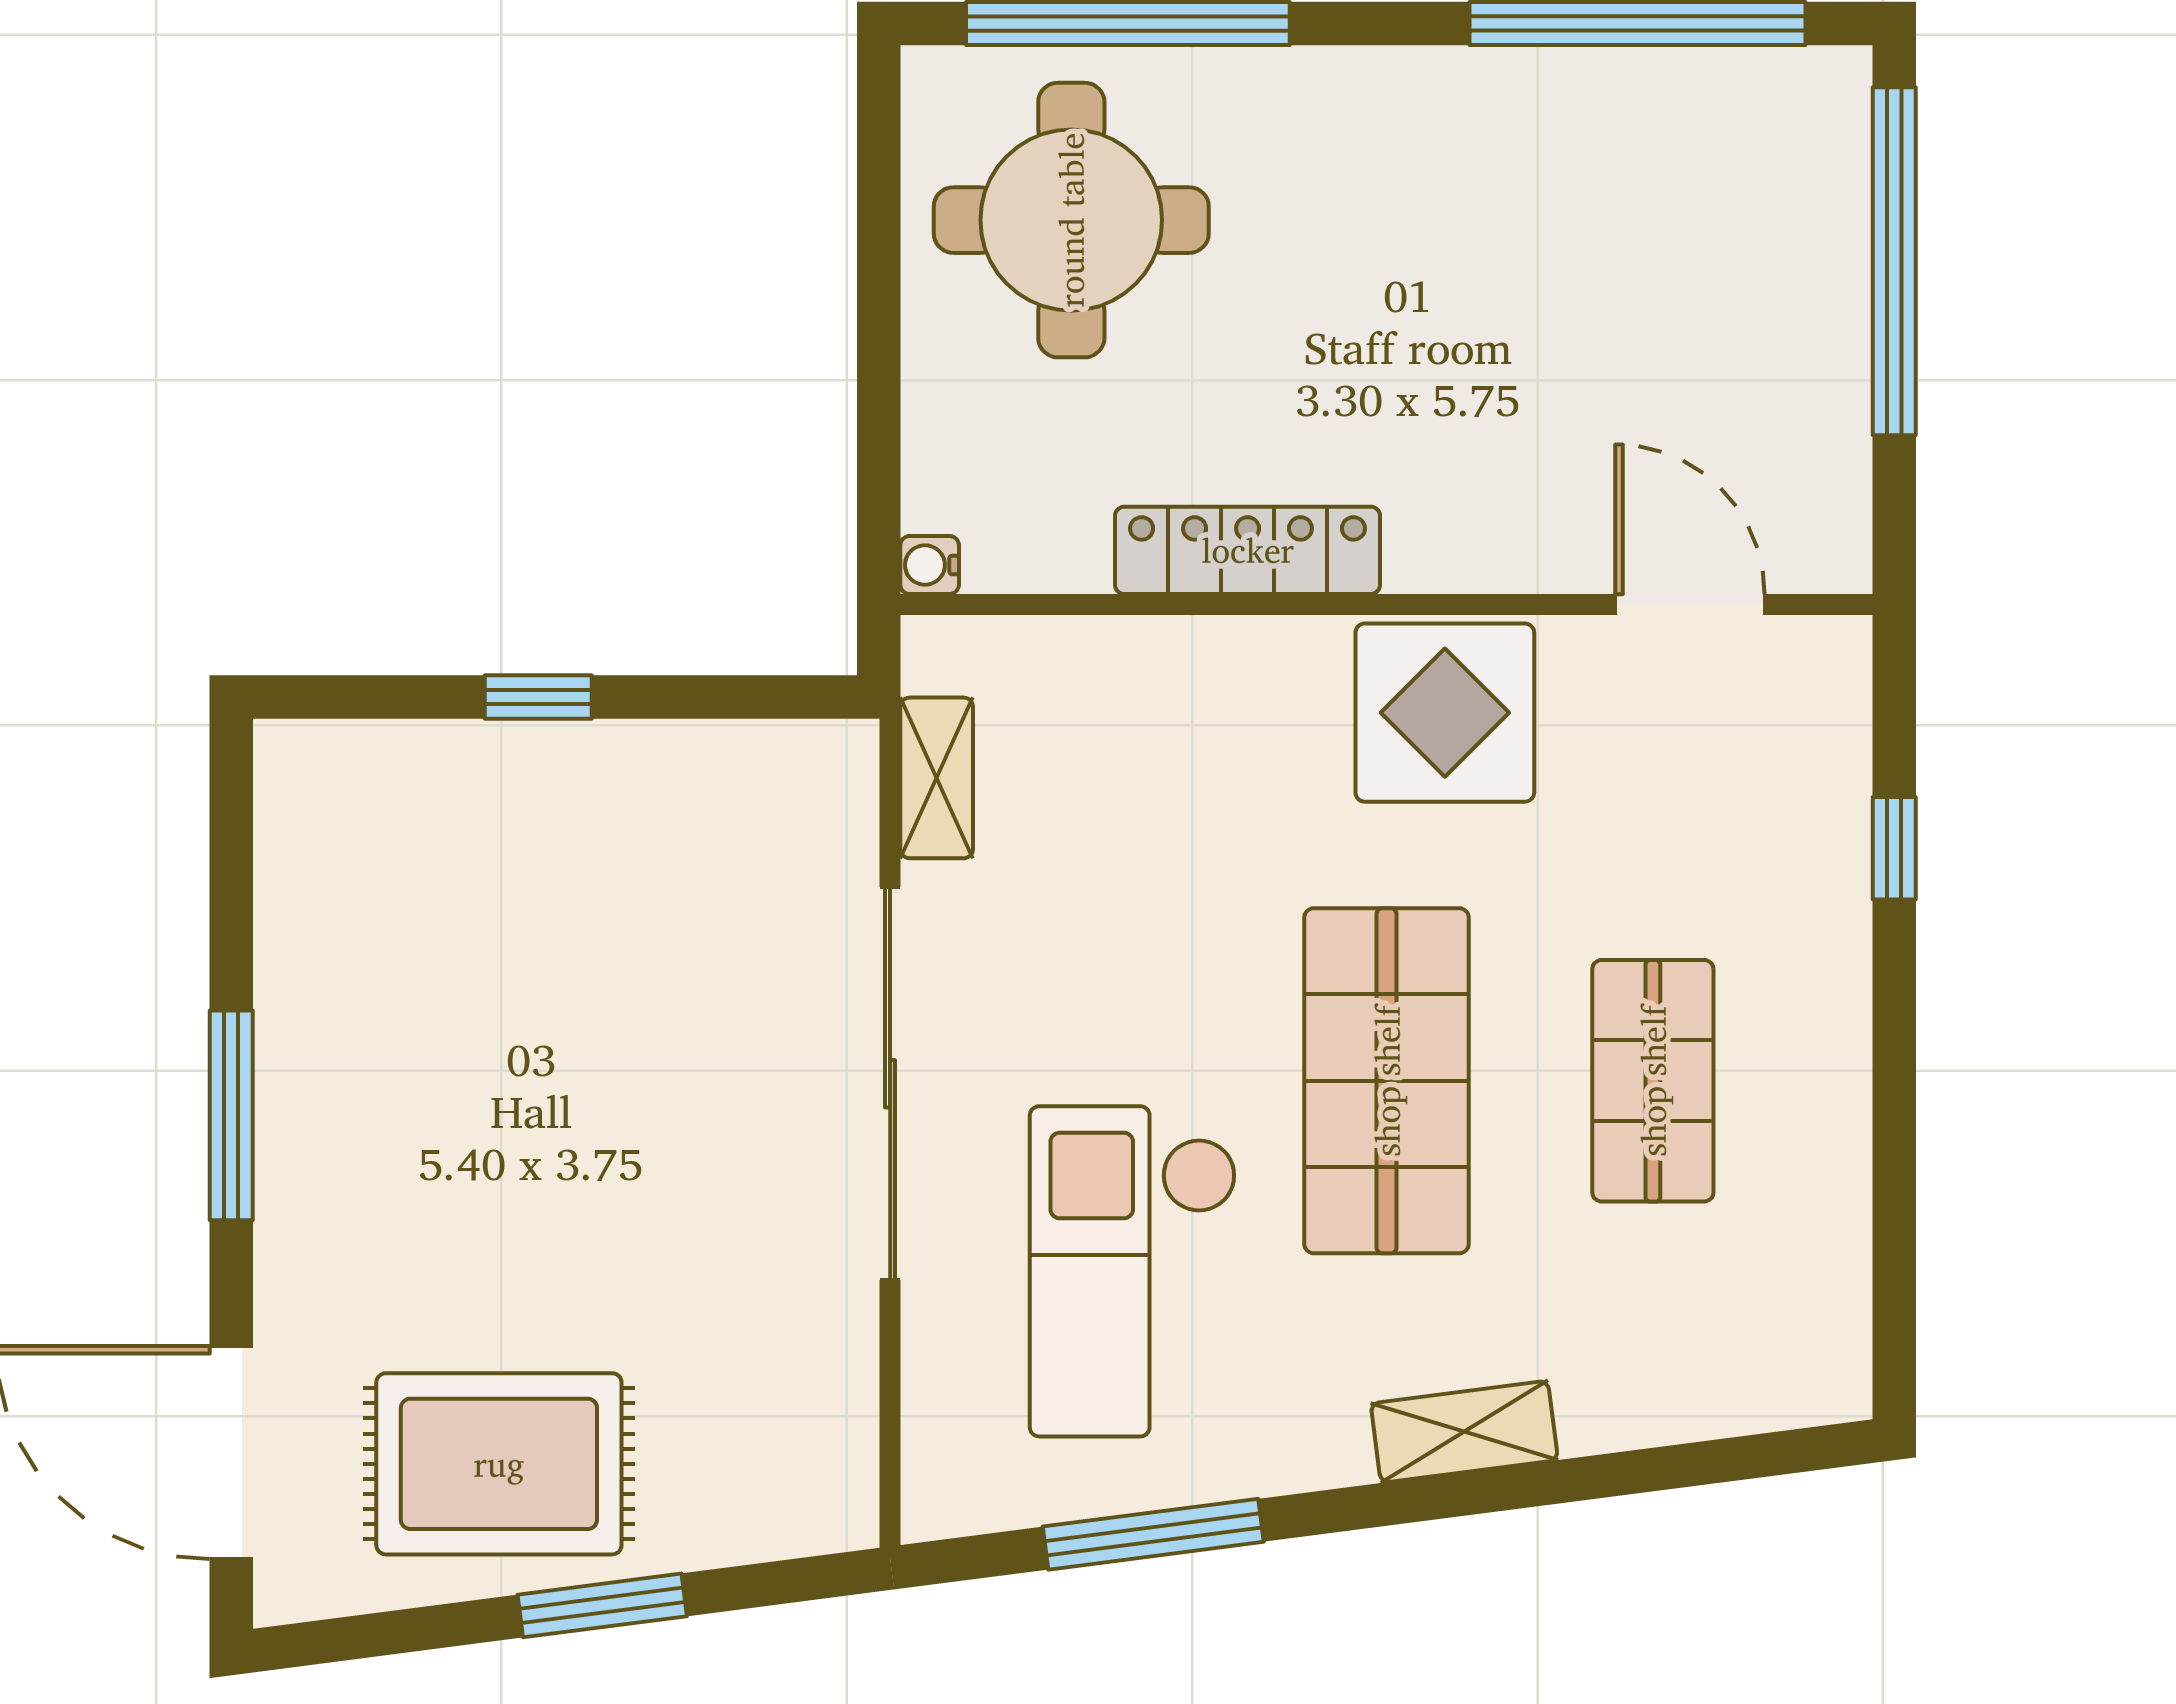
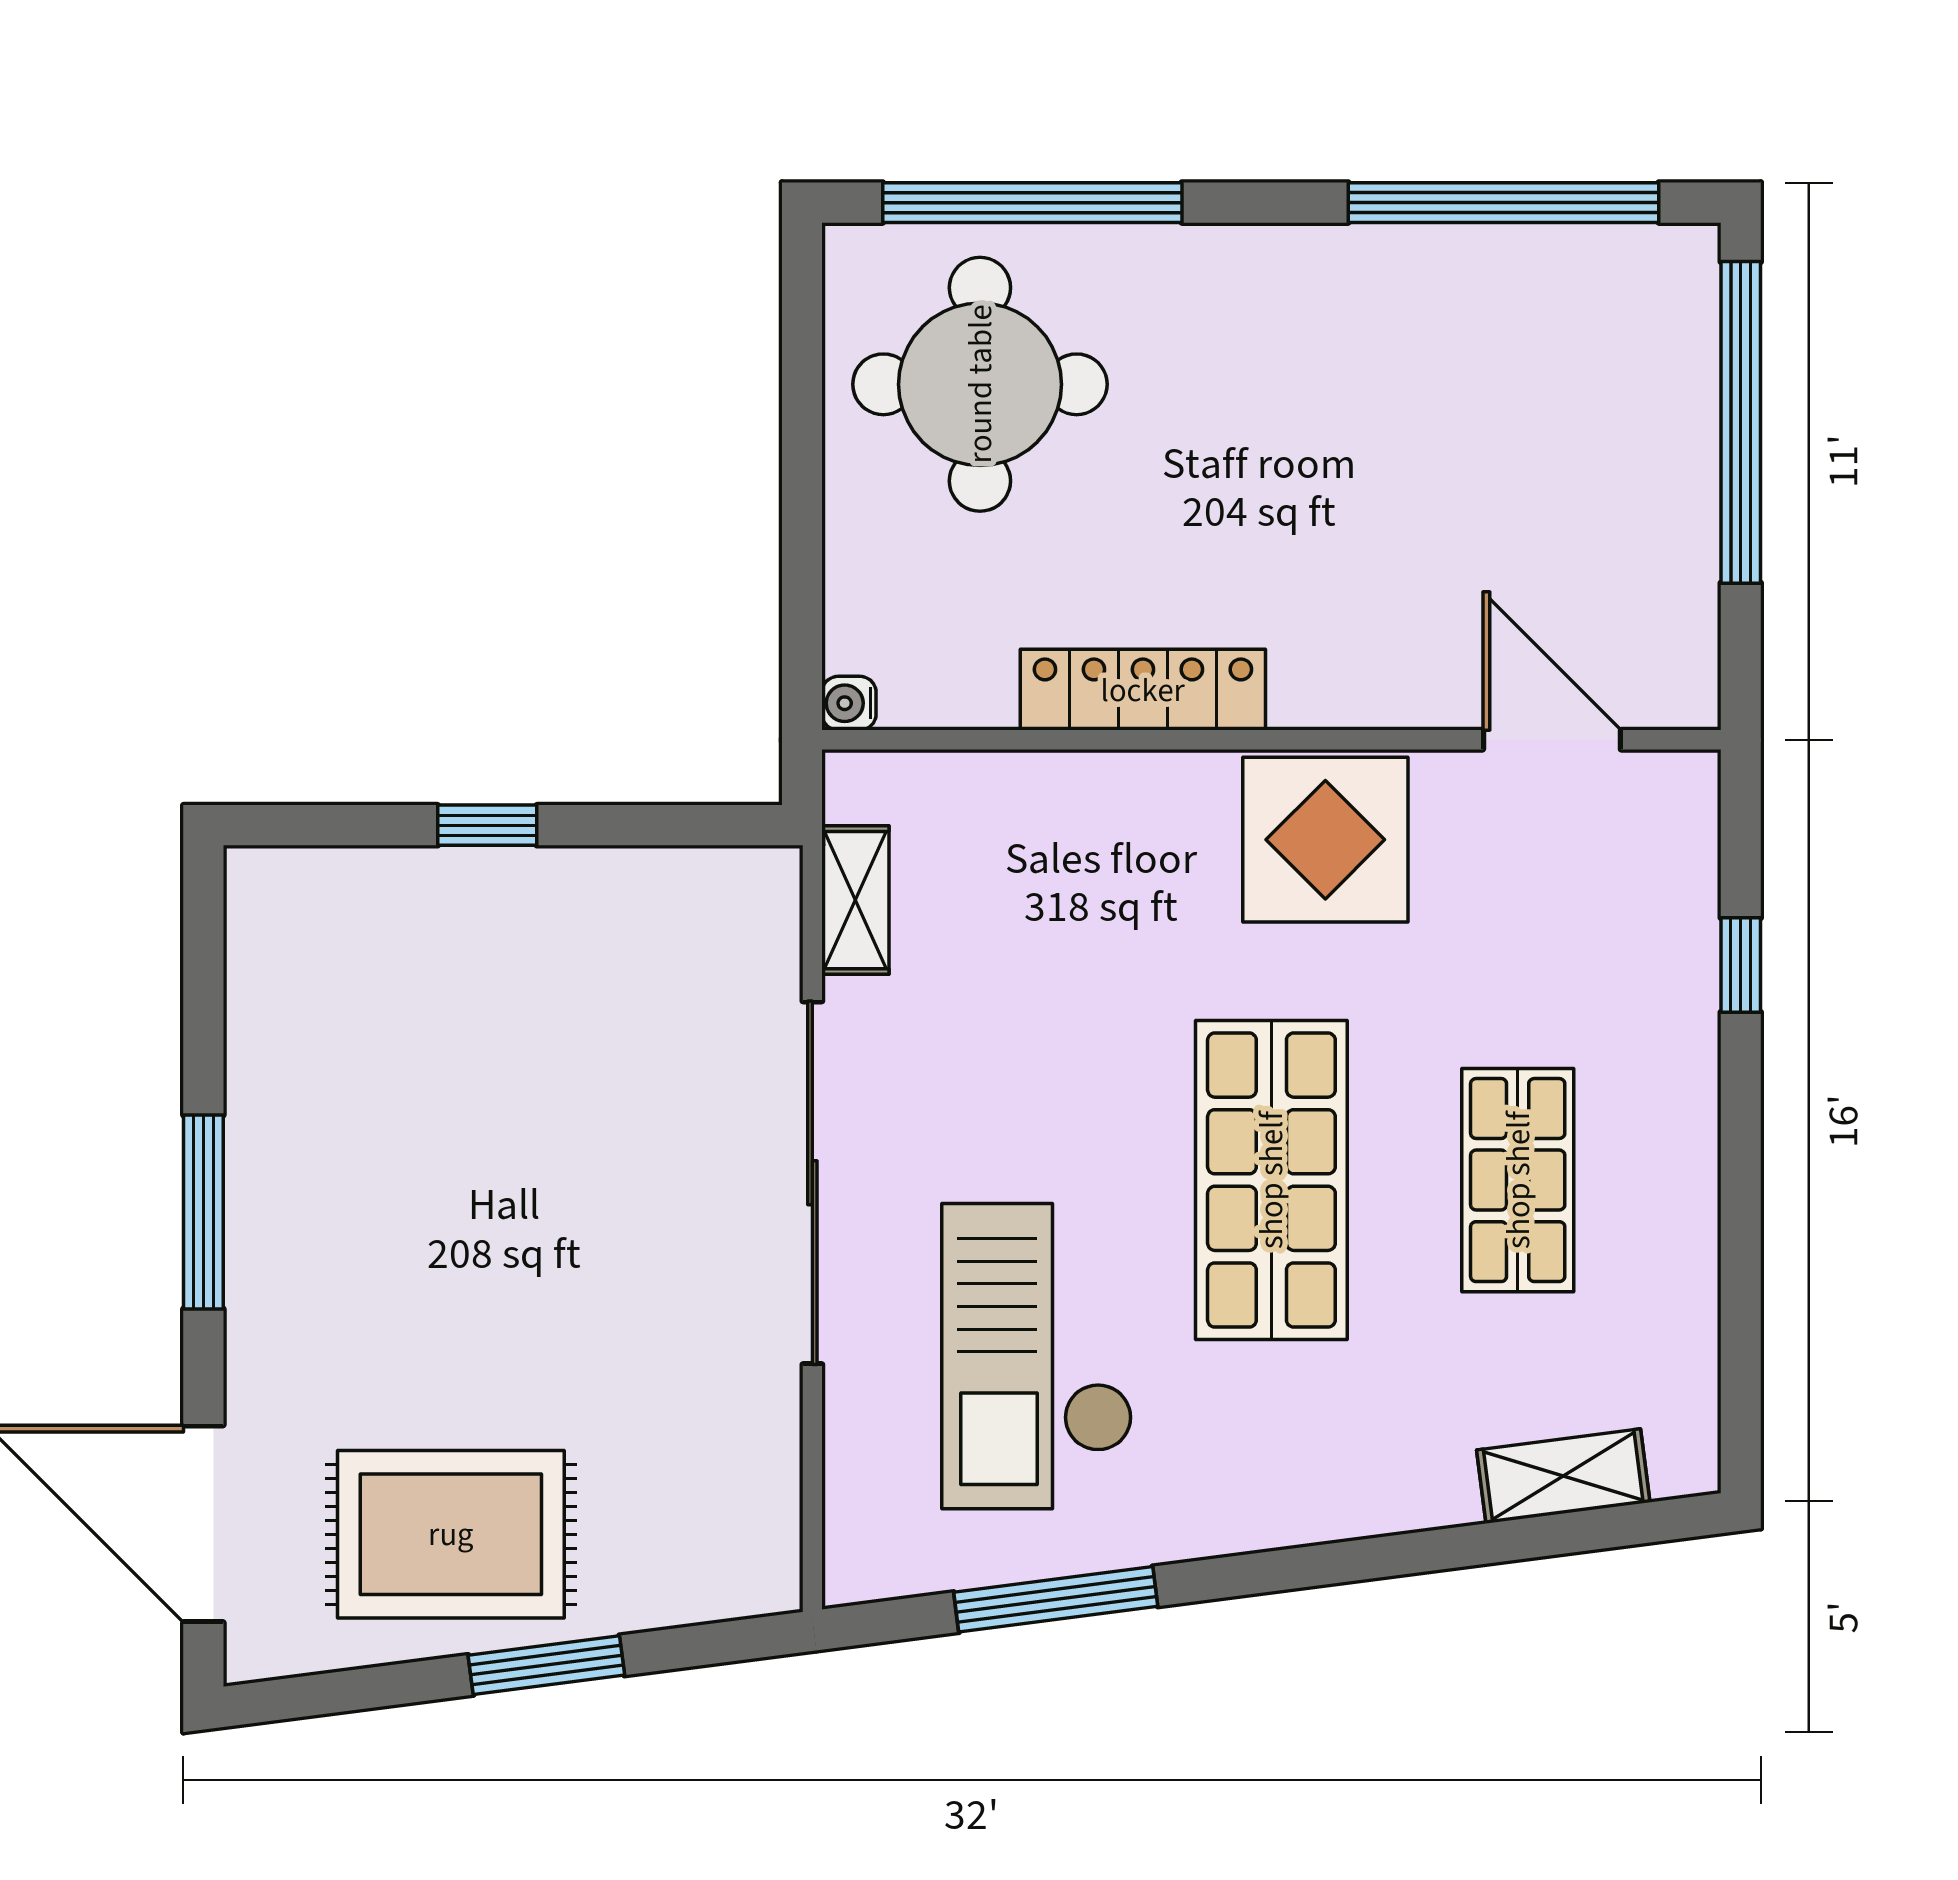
shelving: (1464, 1432) -> (1563, 1476), moved

